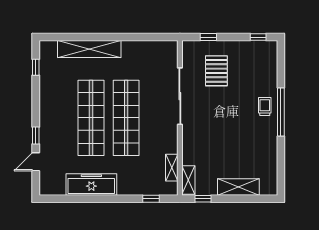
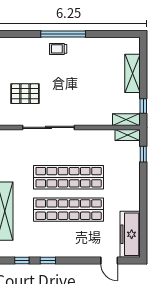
window: (36, 135) -> (48, 261), moved
shelving: (172, 168) -> (128, 135), moved
freezer: (91, 185) -> (130, 234), moved

